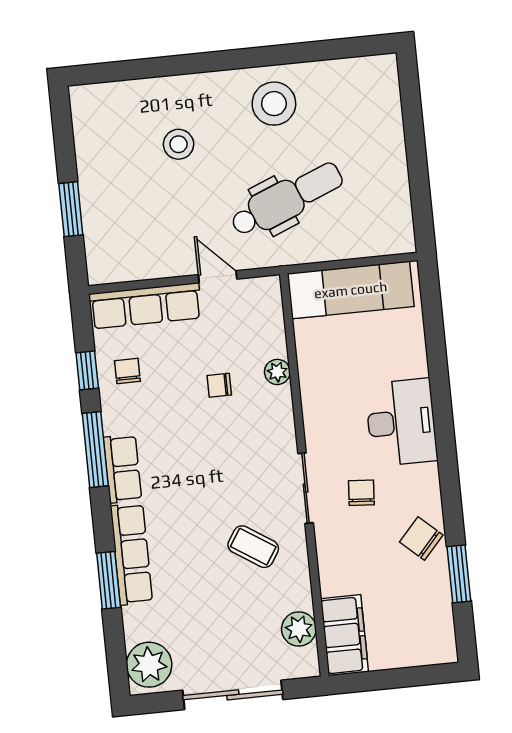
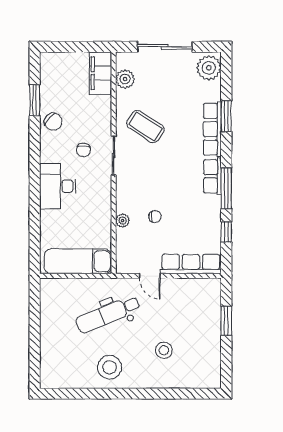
chair: (127, 371) -> (204, 229), removed
coffee table: (253, 547) -> (145, 127), width x1.36, depth x1.30

